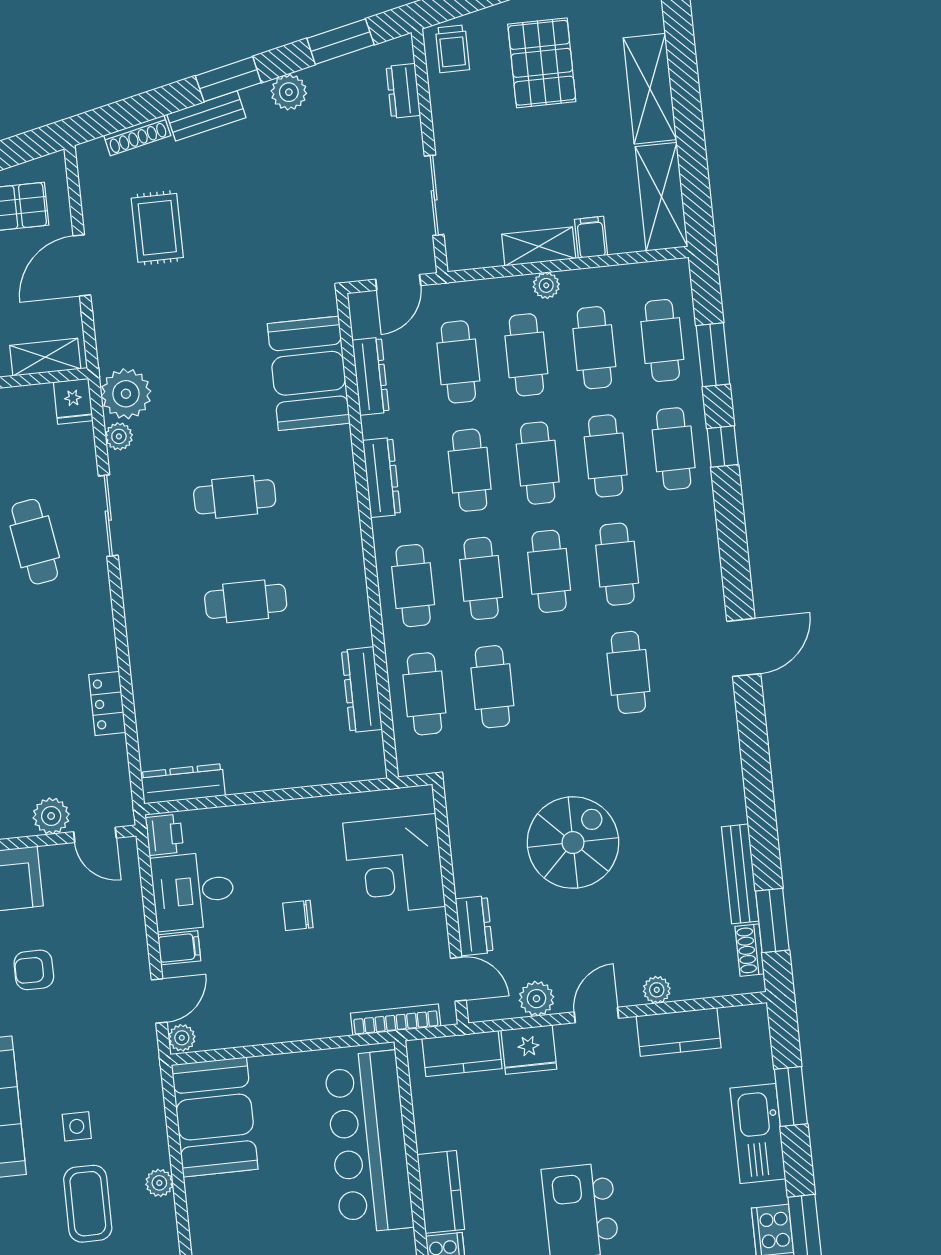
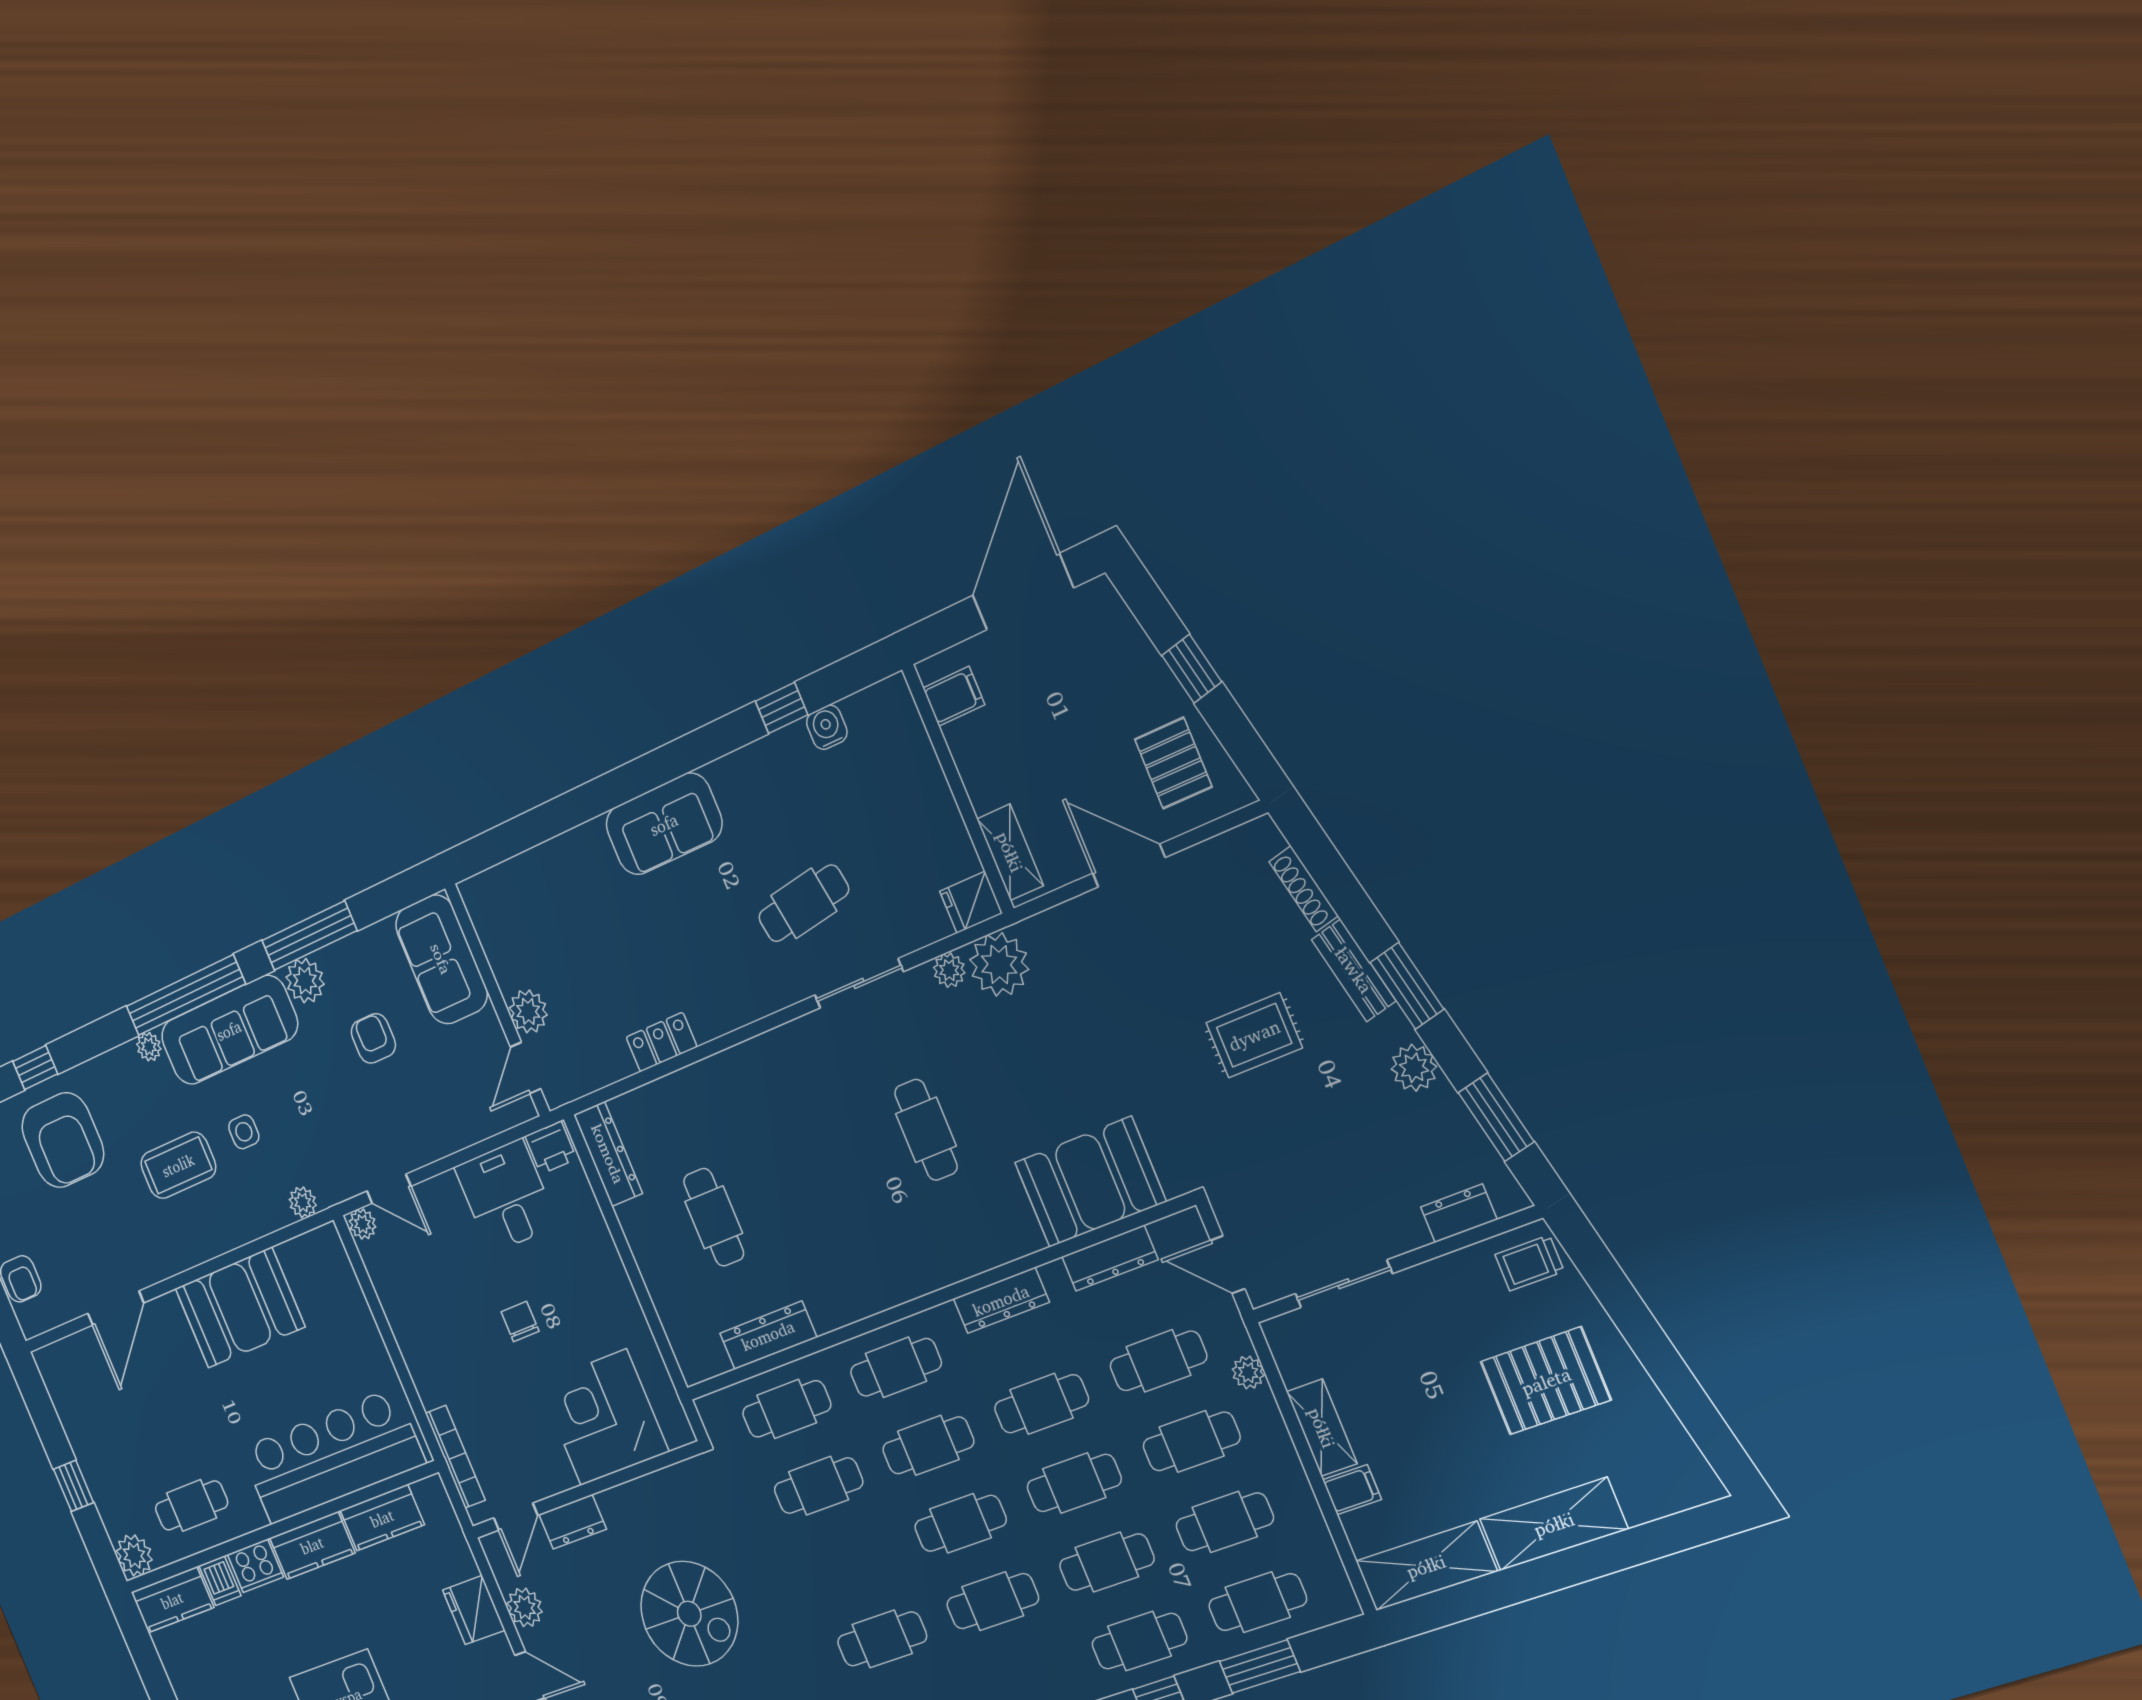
rug: (157, 228) -> (1254, 1035), moved
plant: (546, 285) -> (1248, 1372), moved
cafe table: (246, 601) -> (714, 1217), moved
filing cabinet: (179, 948) -> (446, 1196), removed
kitchen counter: (462, 1054) -> (382, 1518), moved, turned -90
booth: (215, 1117) -> (240, 1308), moved
plant: (159, 1183) -> (303, 1202), moved

